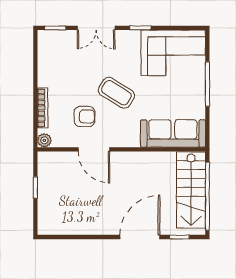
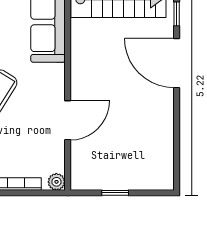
armchair: (84, 116) -> (27, 132), removed

